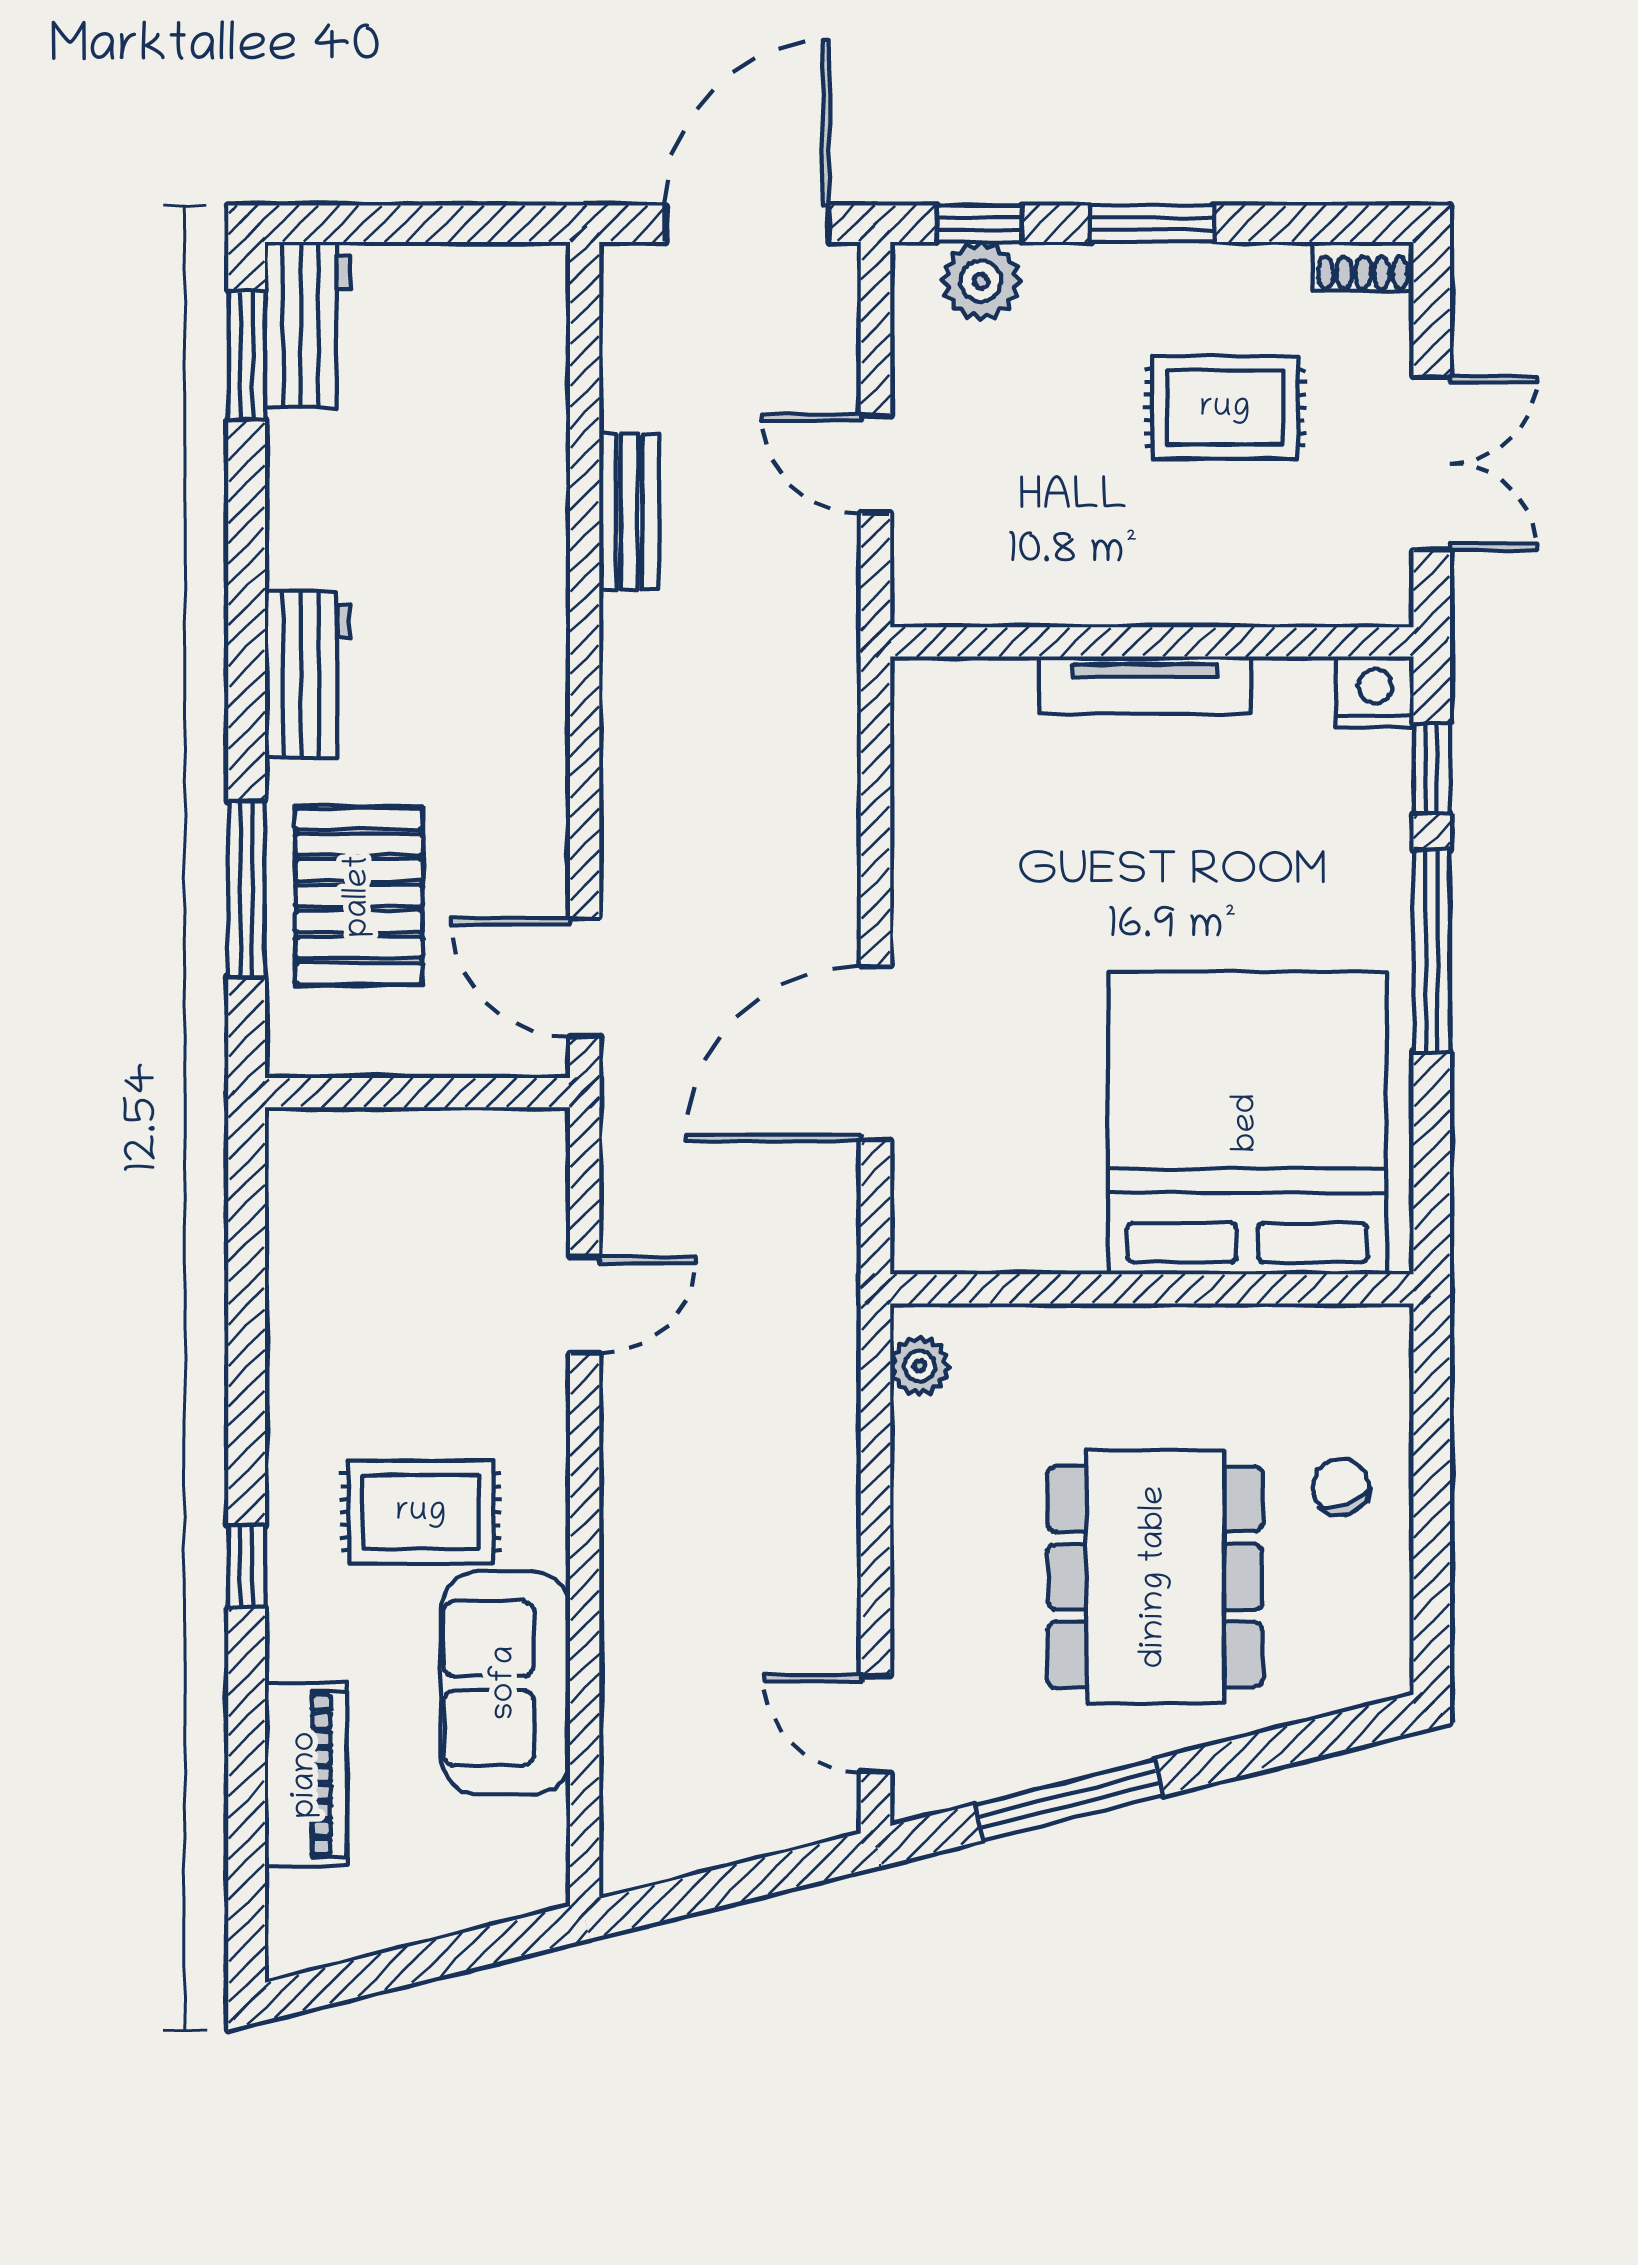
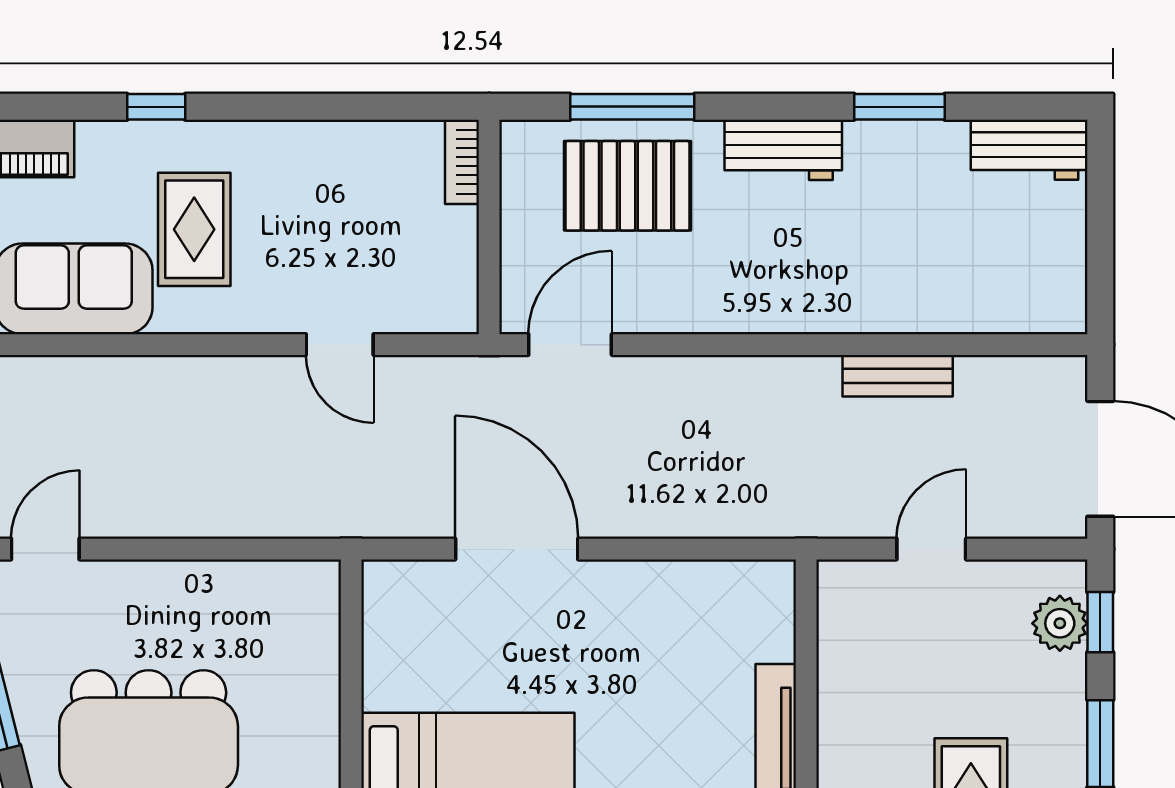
window: (247, 355) -> (899, 107), moved
bookcase: (325, 1131) -> (462, 162), added
plant: (920, 1366) -> (297, 580), removed

